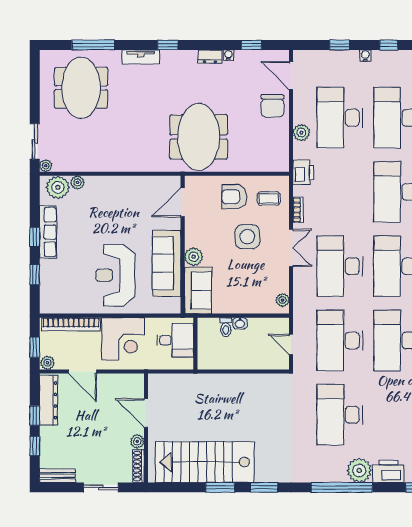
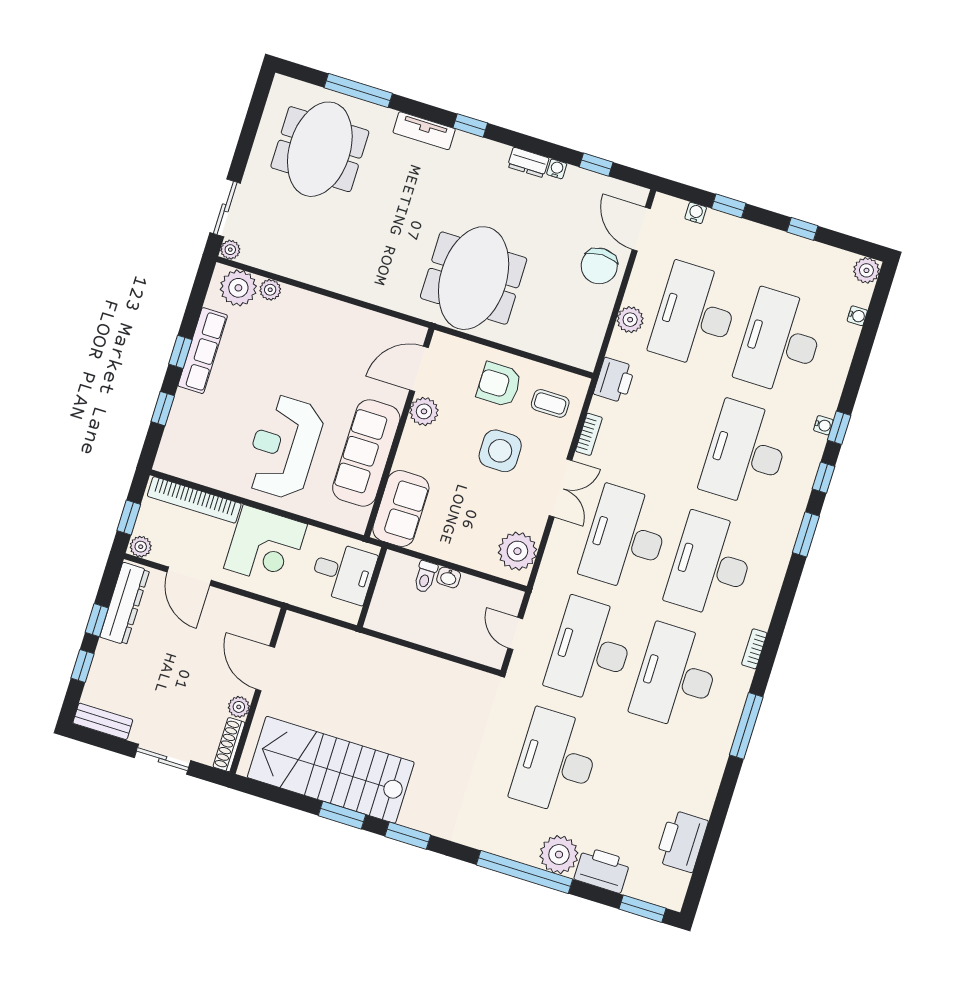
water cooler: (365, 55) -> (696, 213), moved
plant: (194, 257) -> (424, 411), moved
plant: (283, 300) -> (517, 551), width x1.88, depth x1.88

